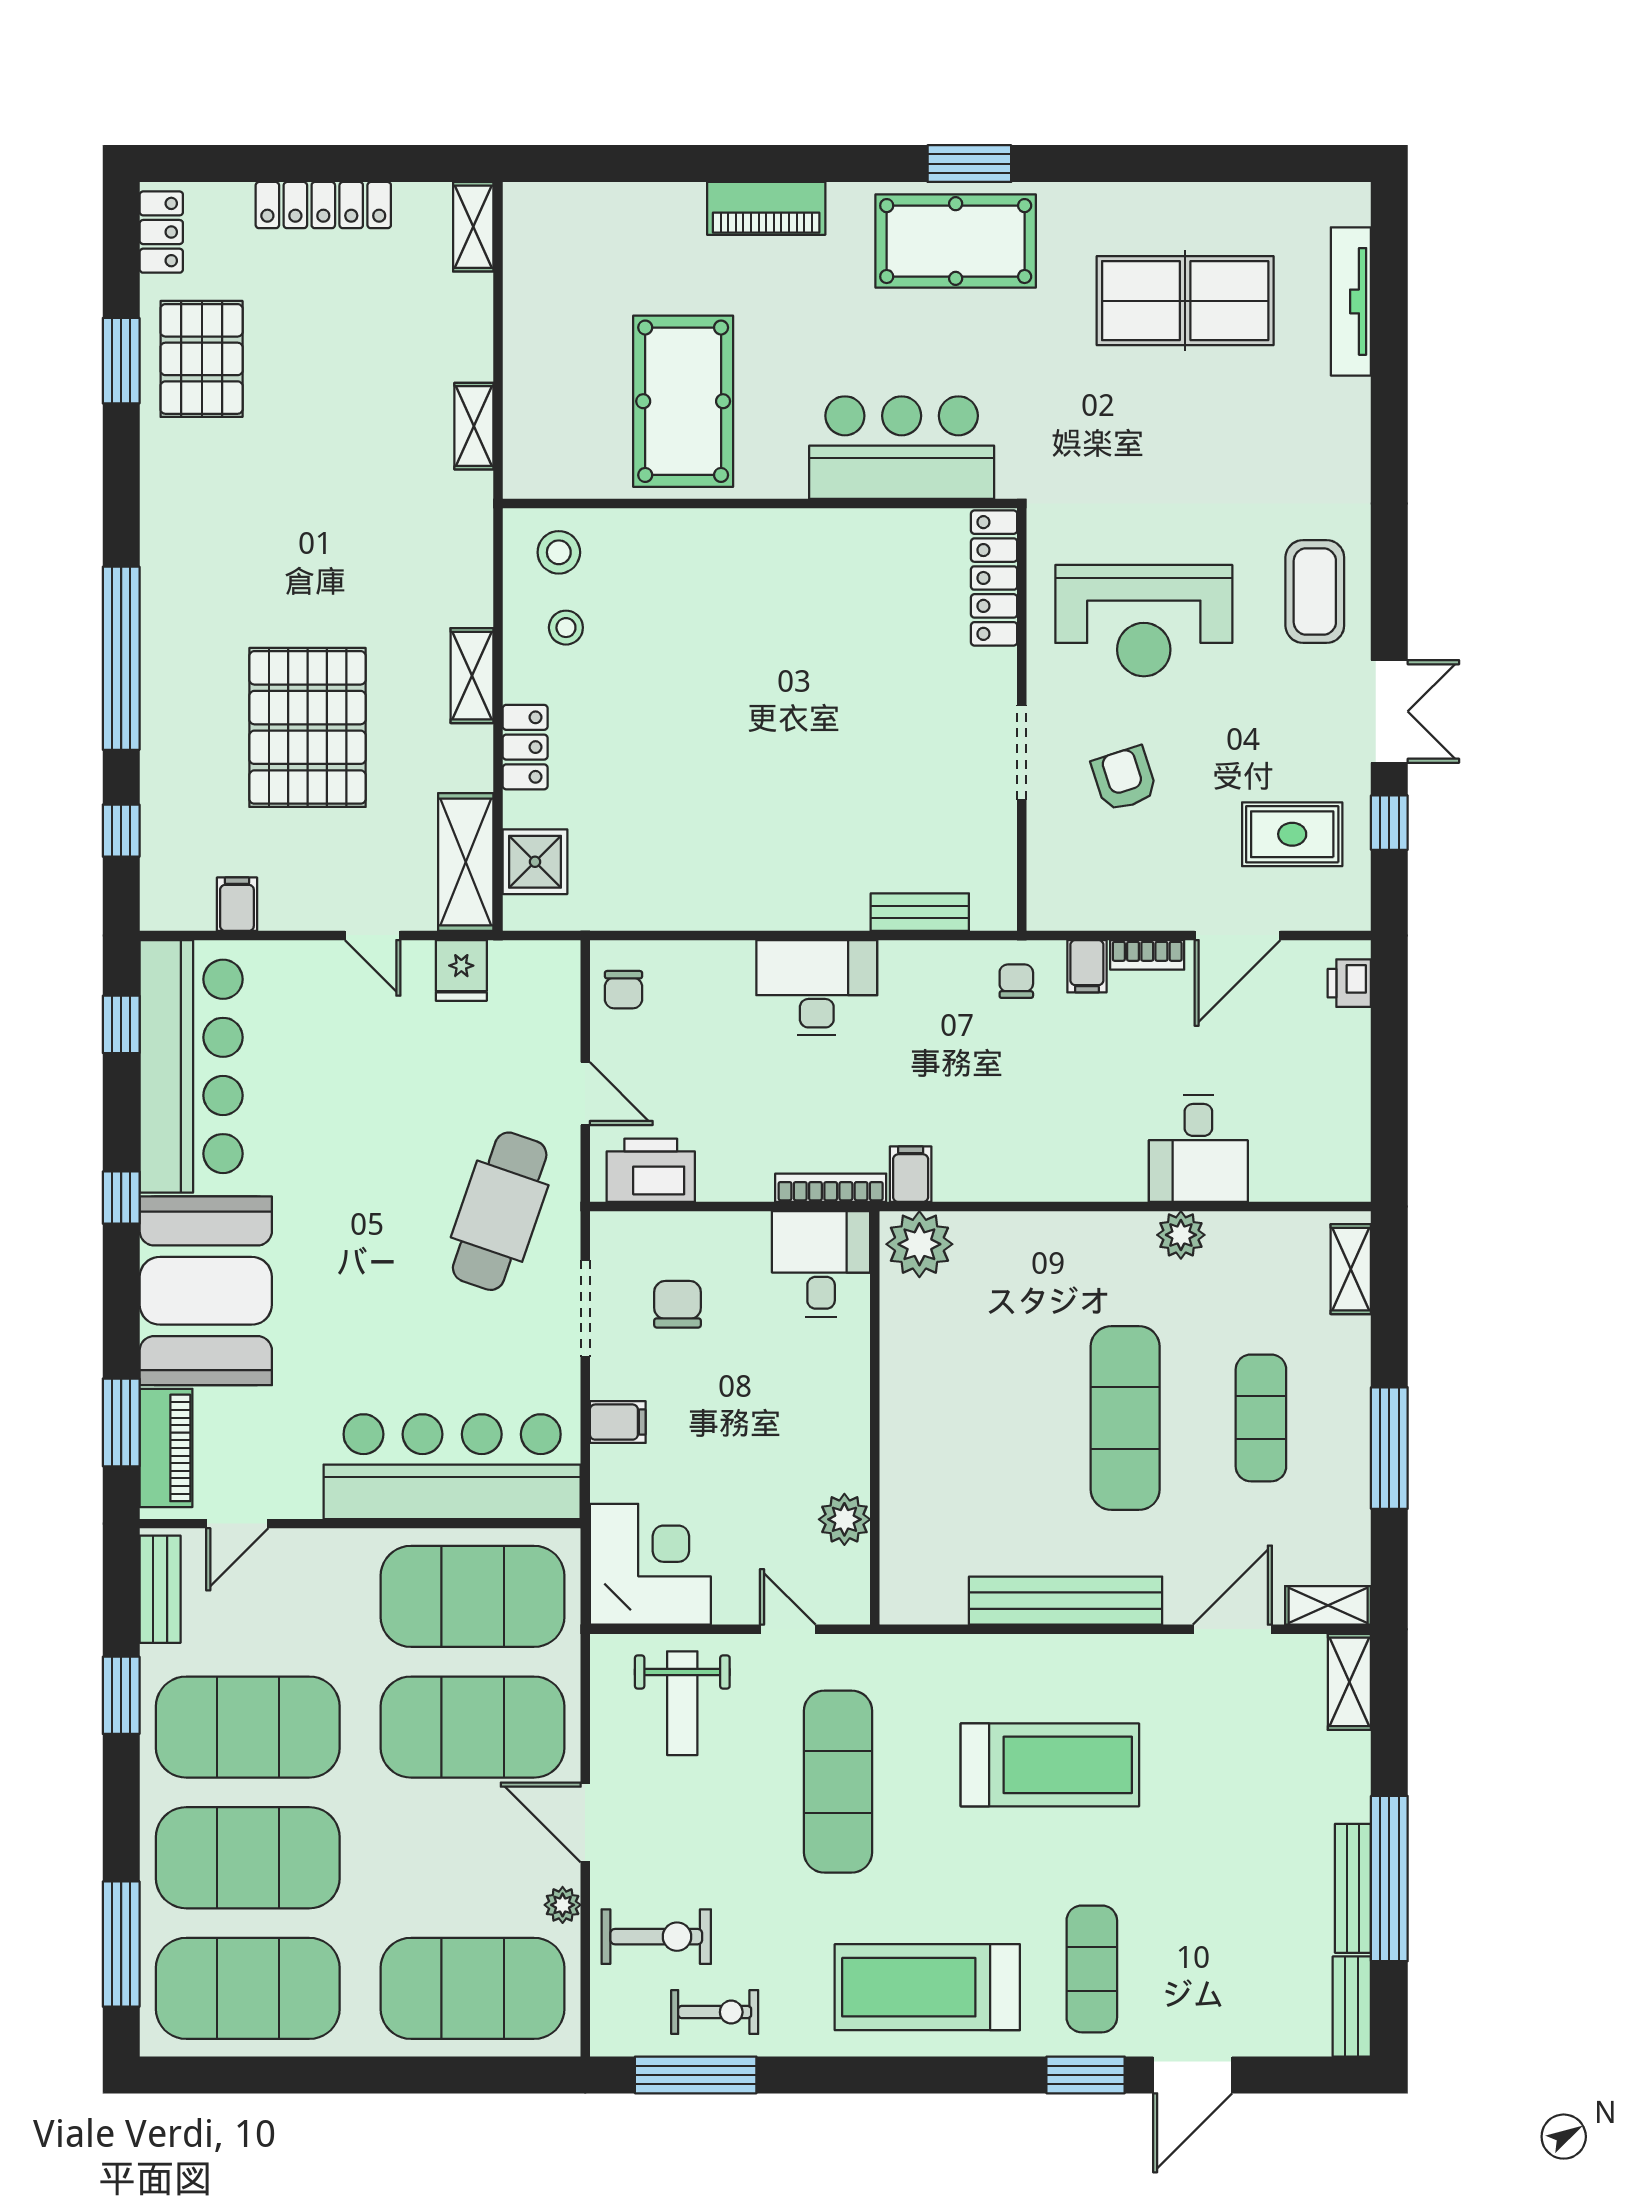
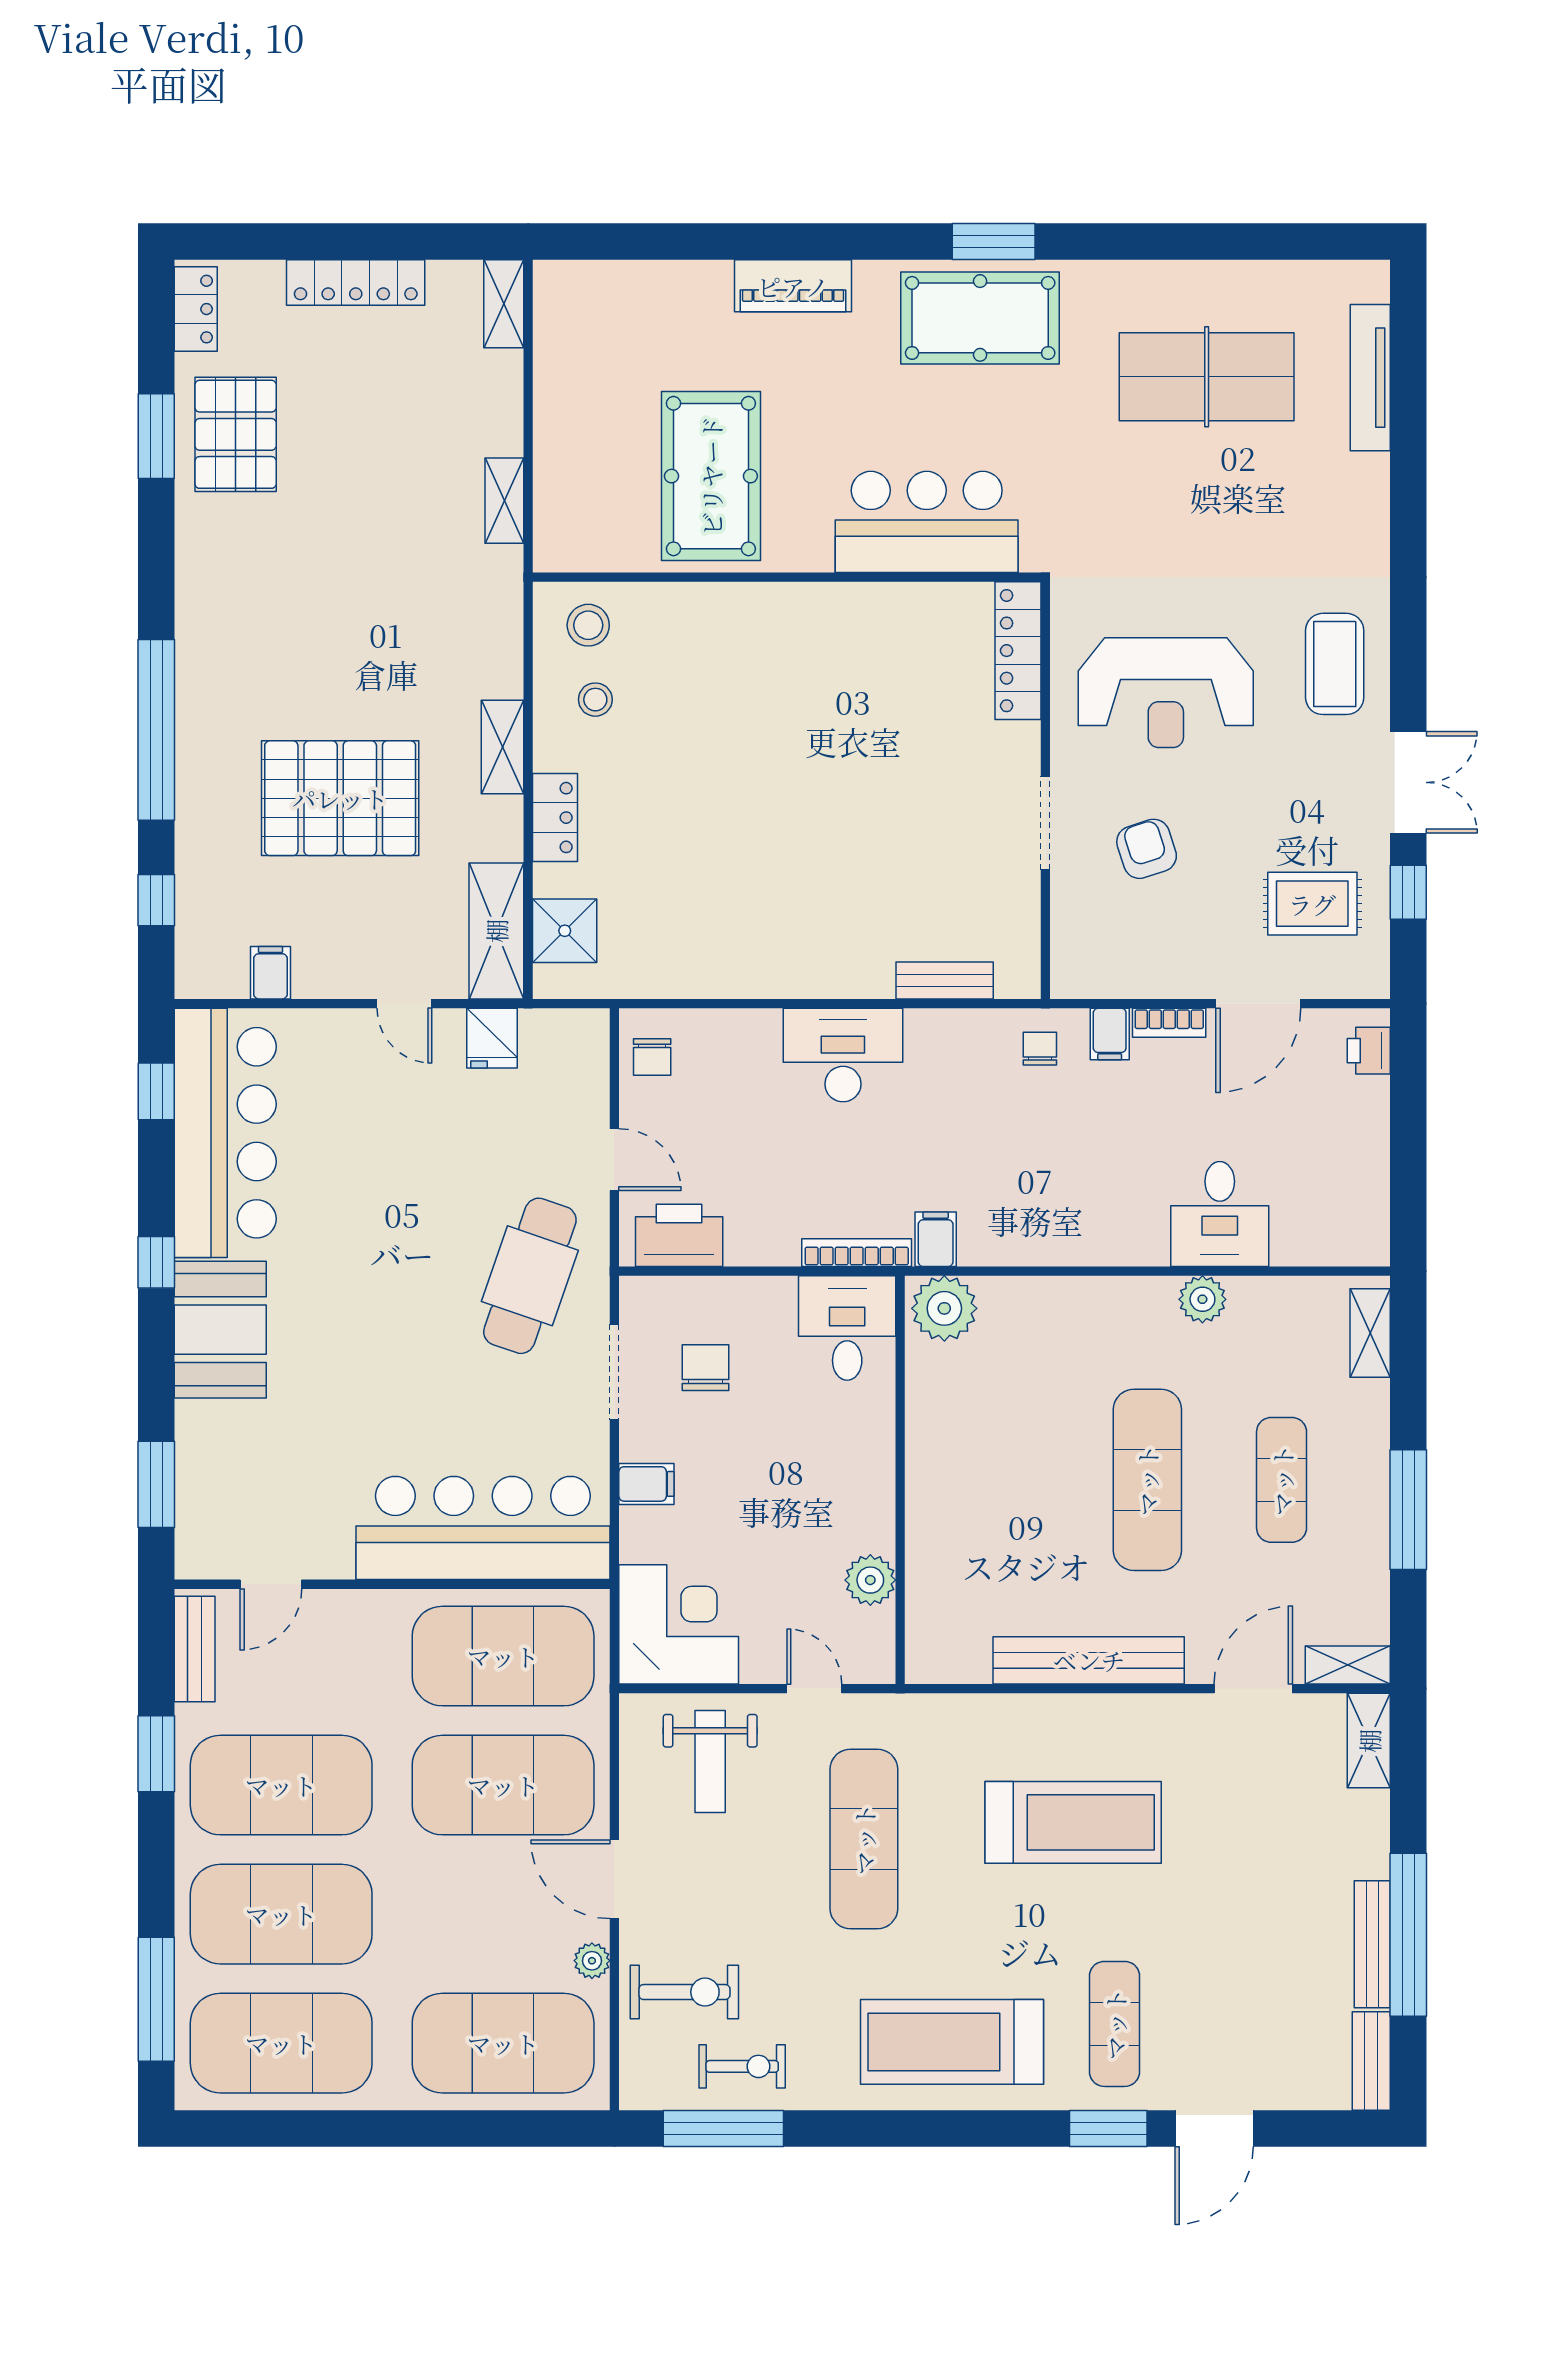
pallet: (308, 727) -> (340, 798), turned 90
booth: (206, 1291) -> (220, 1330), width x0.73, depth x0.70
piano: (166, 1448) -> (200, 1510), removed

